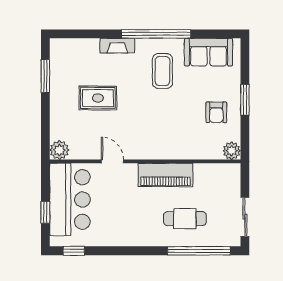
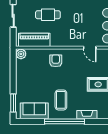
window: (245, 100) -> (13, 103), moved
armchair: (216, 112) -> (56, 61), moved
piano: (166, 175) -> (34, 40), moved

